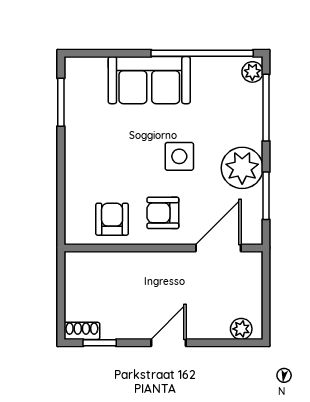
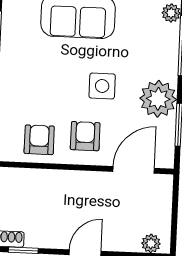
armchair: (163, 213) -> (85, 136), turned 90

